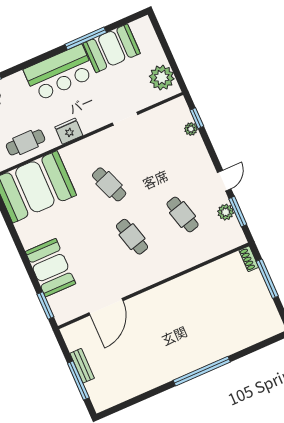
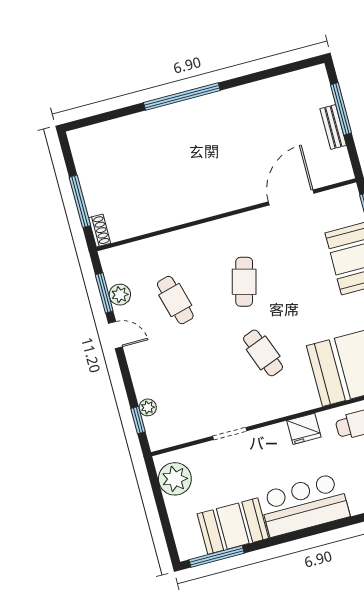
window: (86, 38) -> (217, 556), moved
door: (224, 181) -> (115, 335), swing flipped
cafe table: (132, 237) -> (244, 282), turned 30

